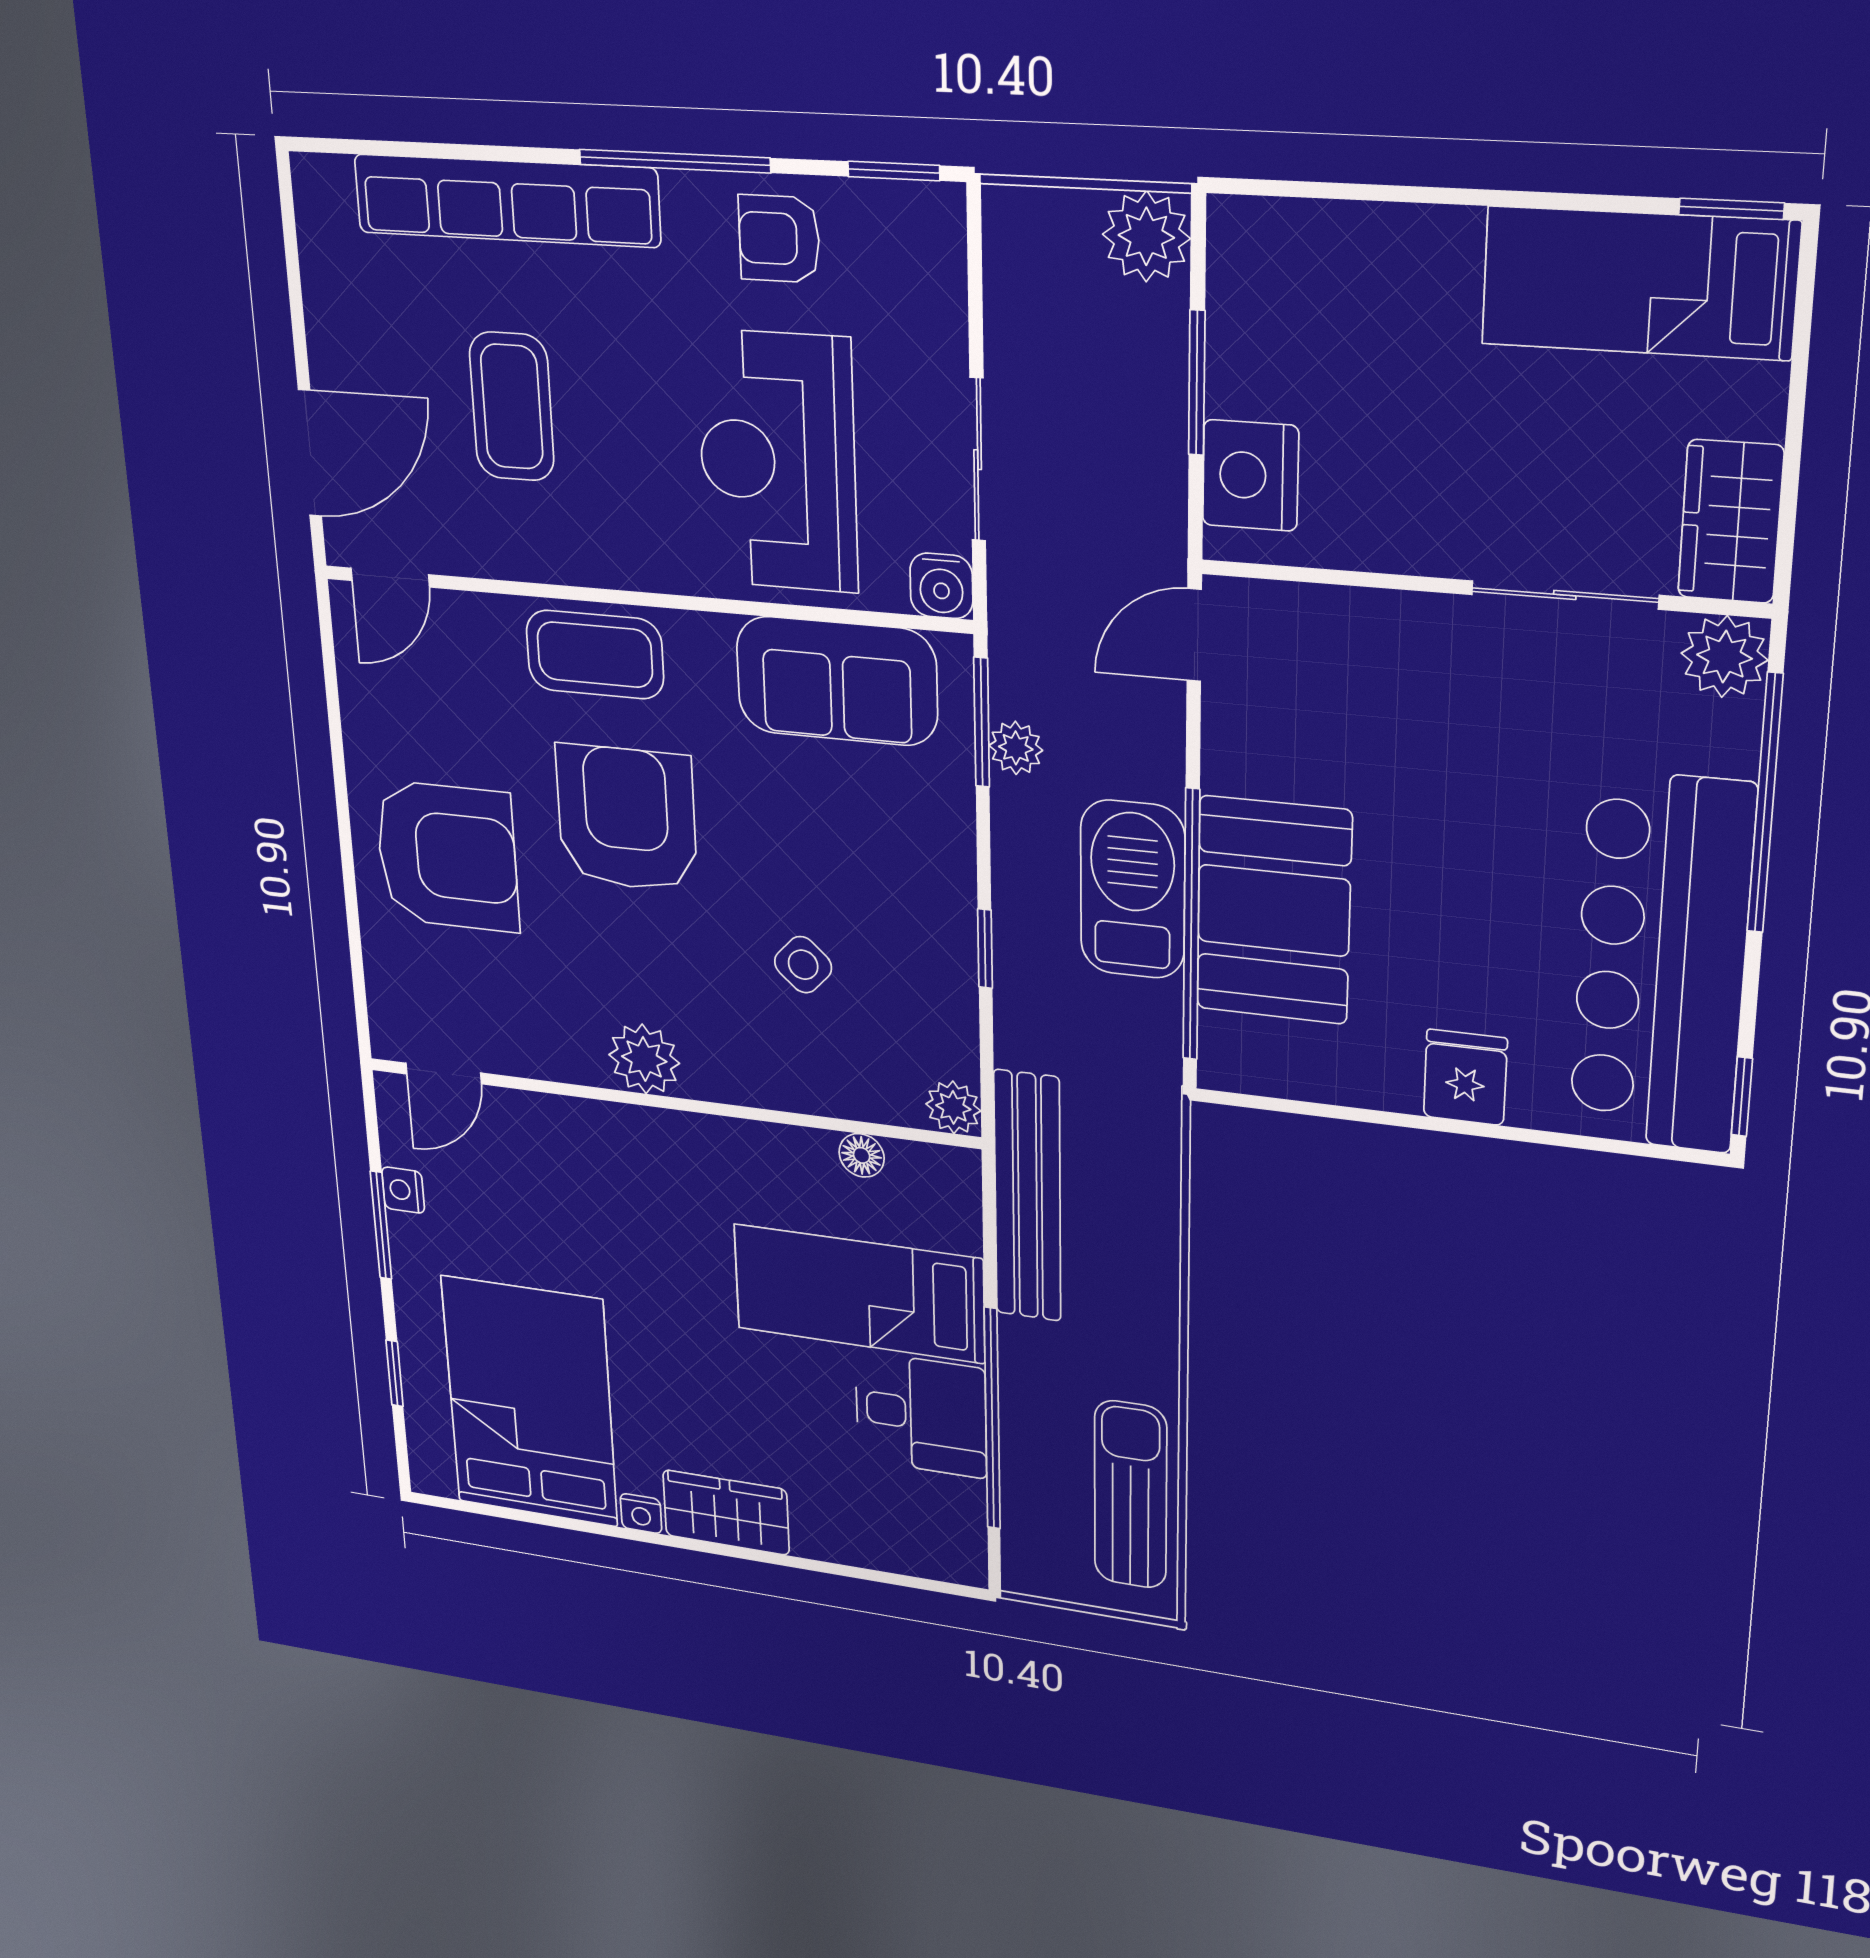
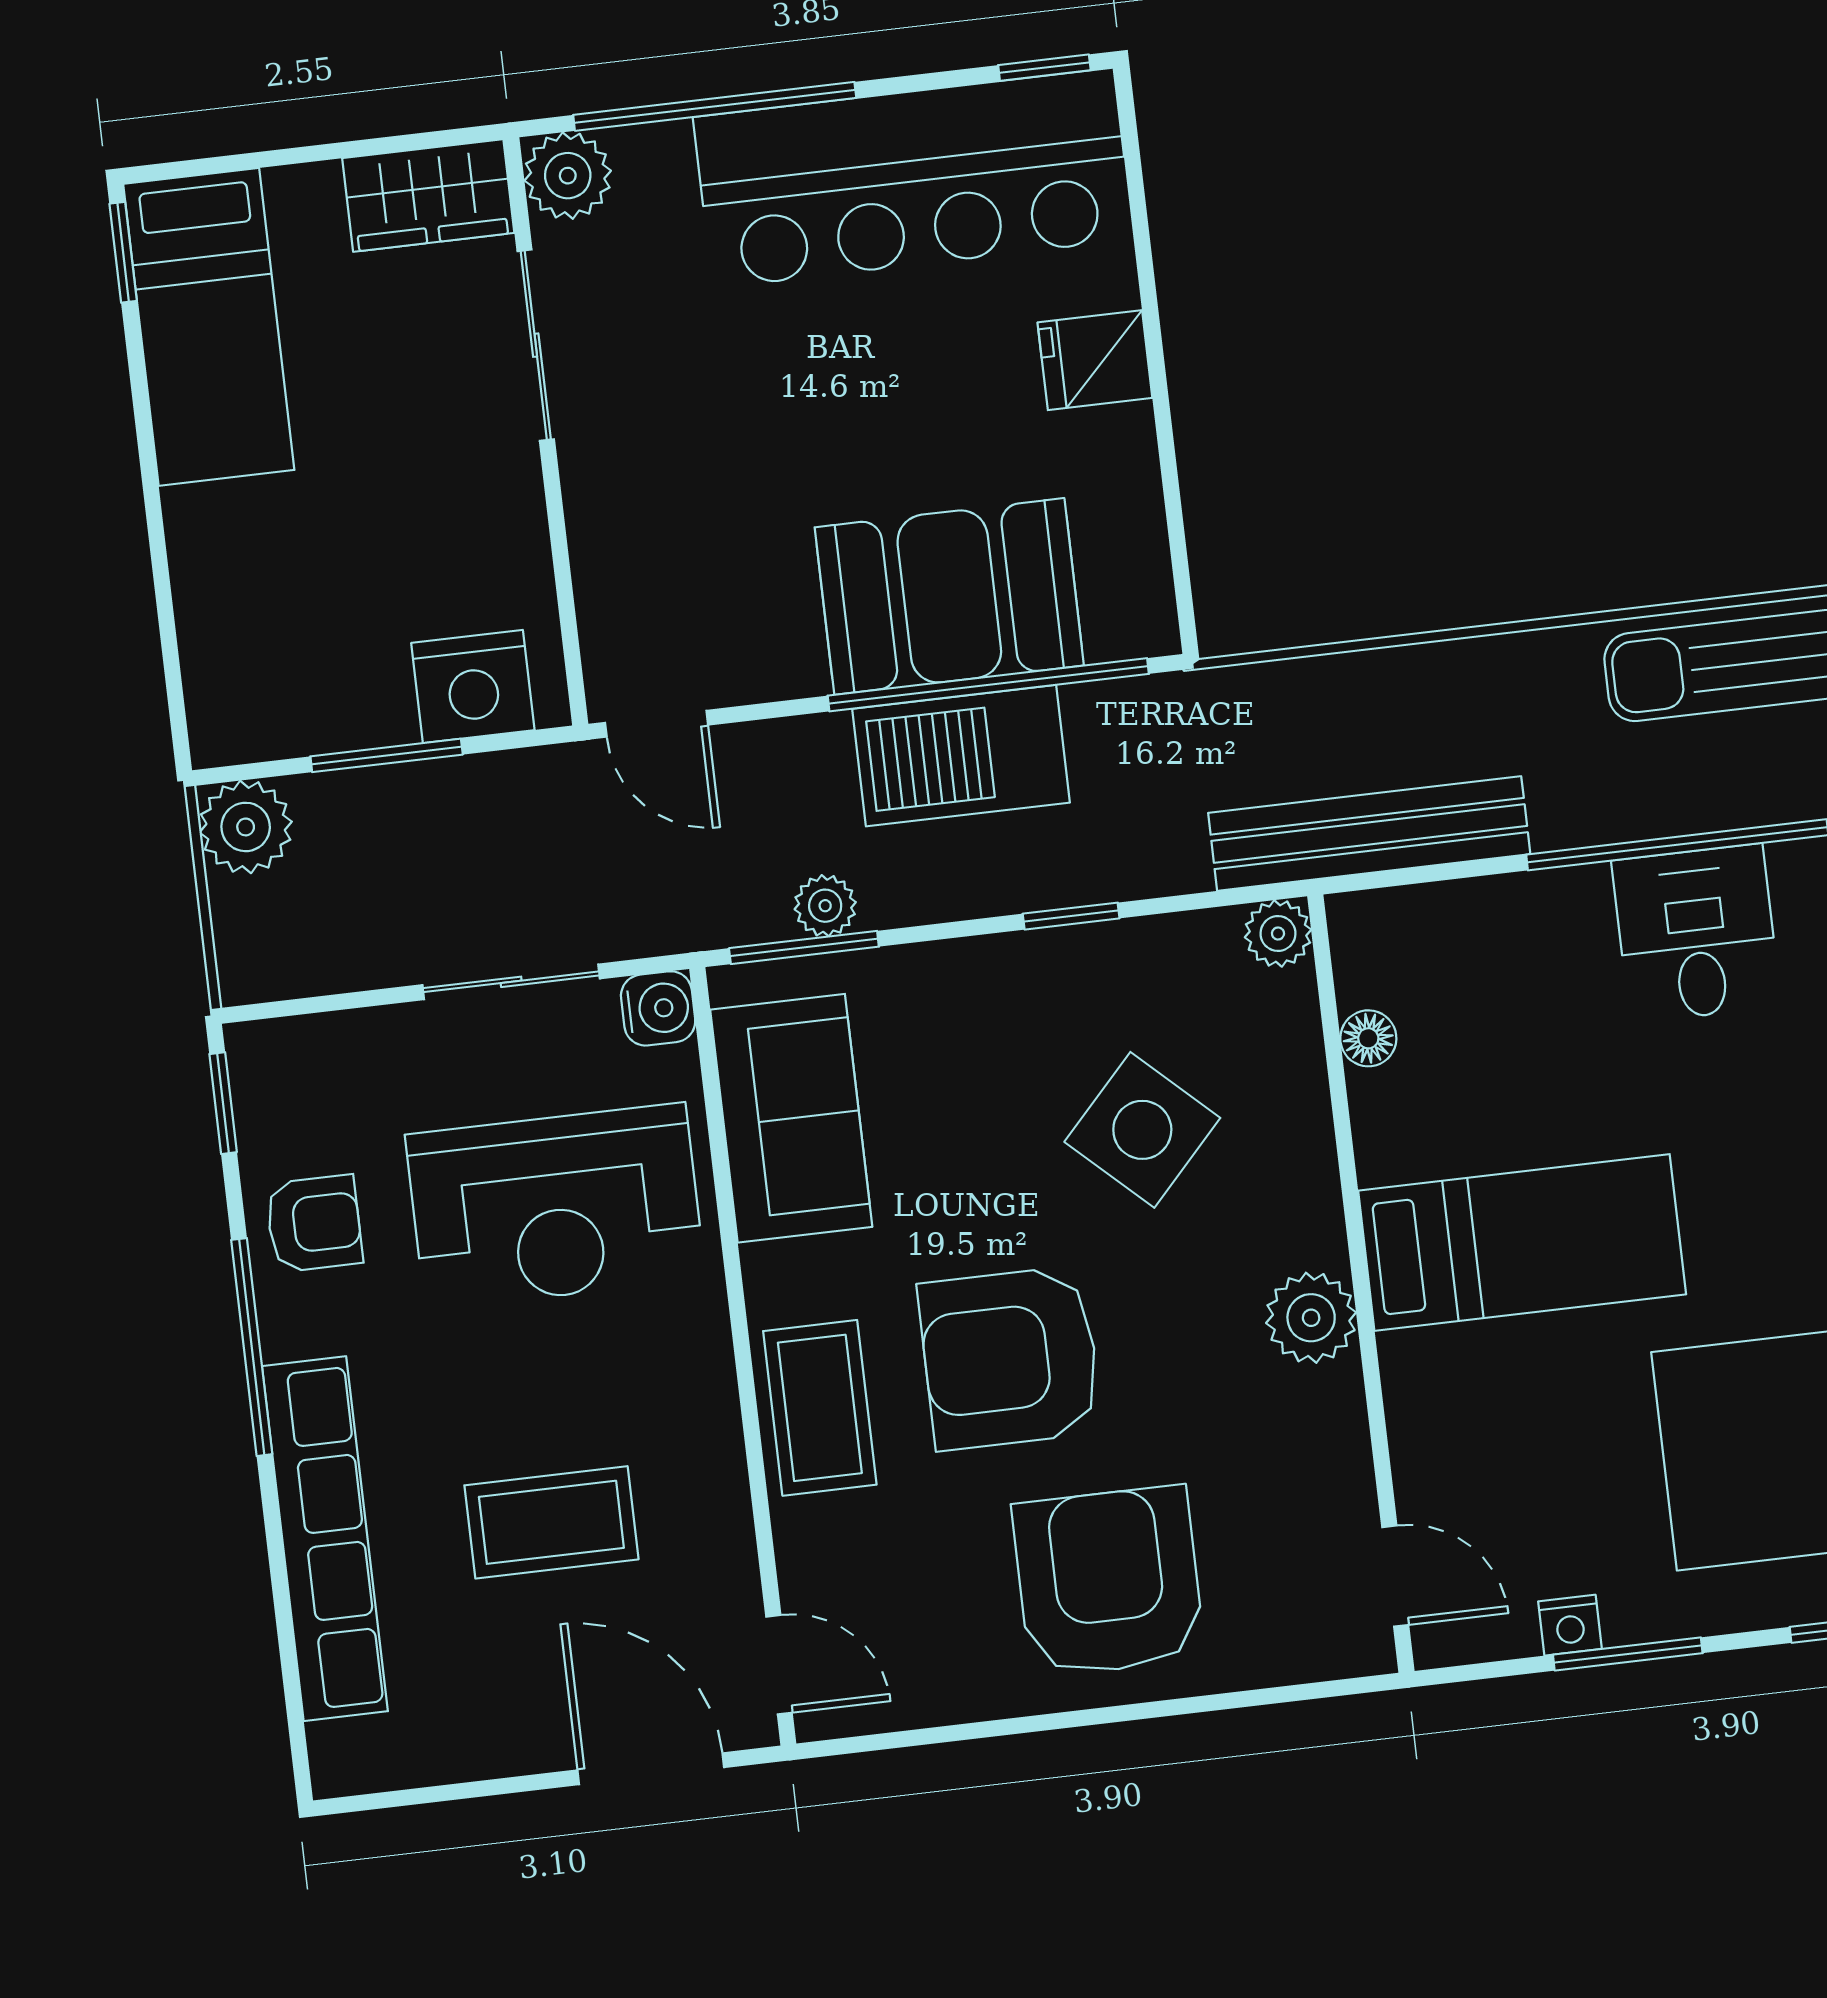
armchair: (779, 239) -> (314, 1223), turned -90
side table: (803, 965) -> (1142, 1130), width x1.87, depth x1.87
bed: (859, 1294) -> (1522, 1243), moved, turned -90

